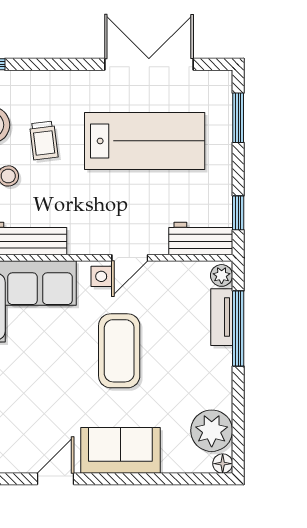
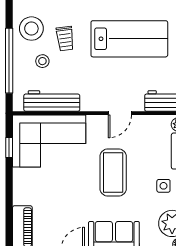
side table: (101, 276) -> (163, 186), moved

